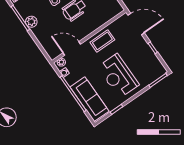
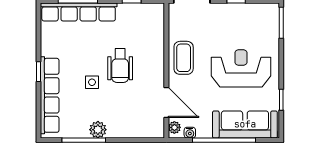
door: (72, 48) -> (166, 103), swing flipped
reception desk: (118, 76) -> (241, 68), turned 180

